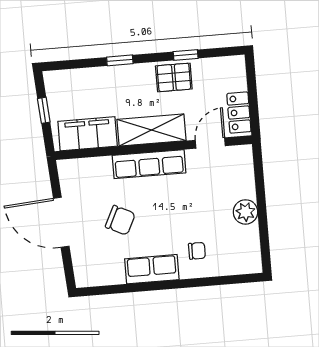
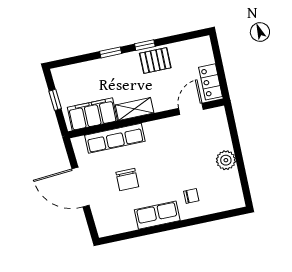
window: (186, 55) -> (145, 45), moved
shelving: (151, 130) -> (135, 109), width x0.67, depth x0.75
row of seats: (149, 164) -> (115, 138), moved
chair: (120, 220) -> (127, 180), turned 64

